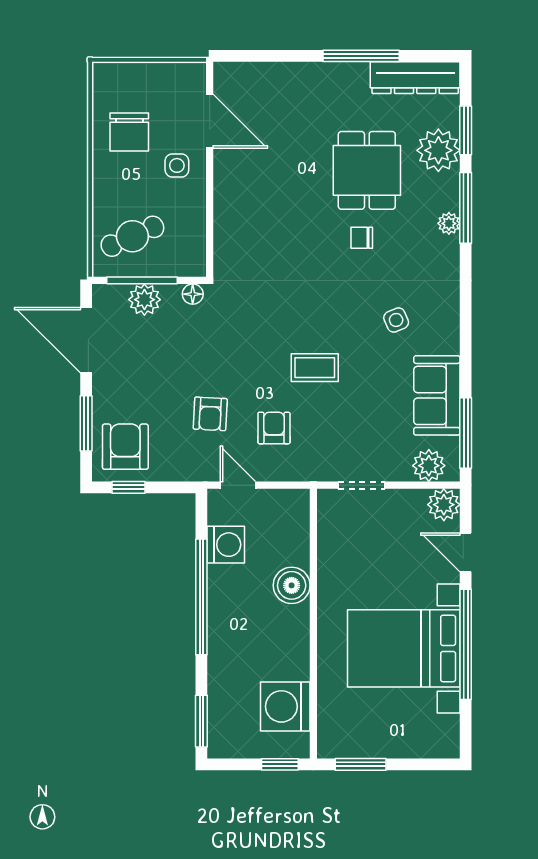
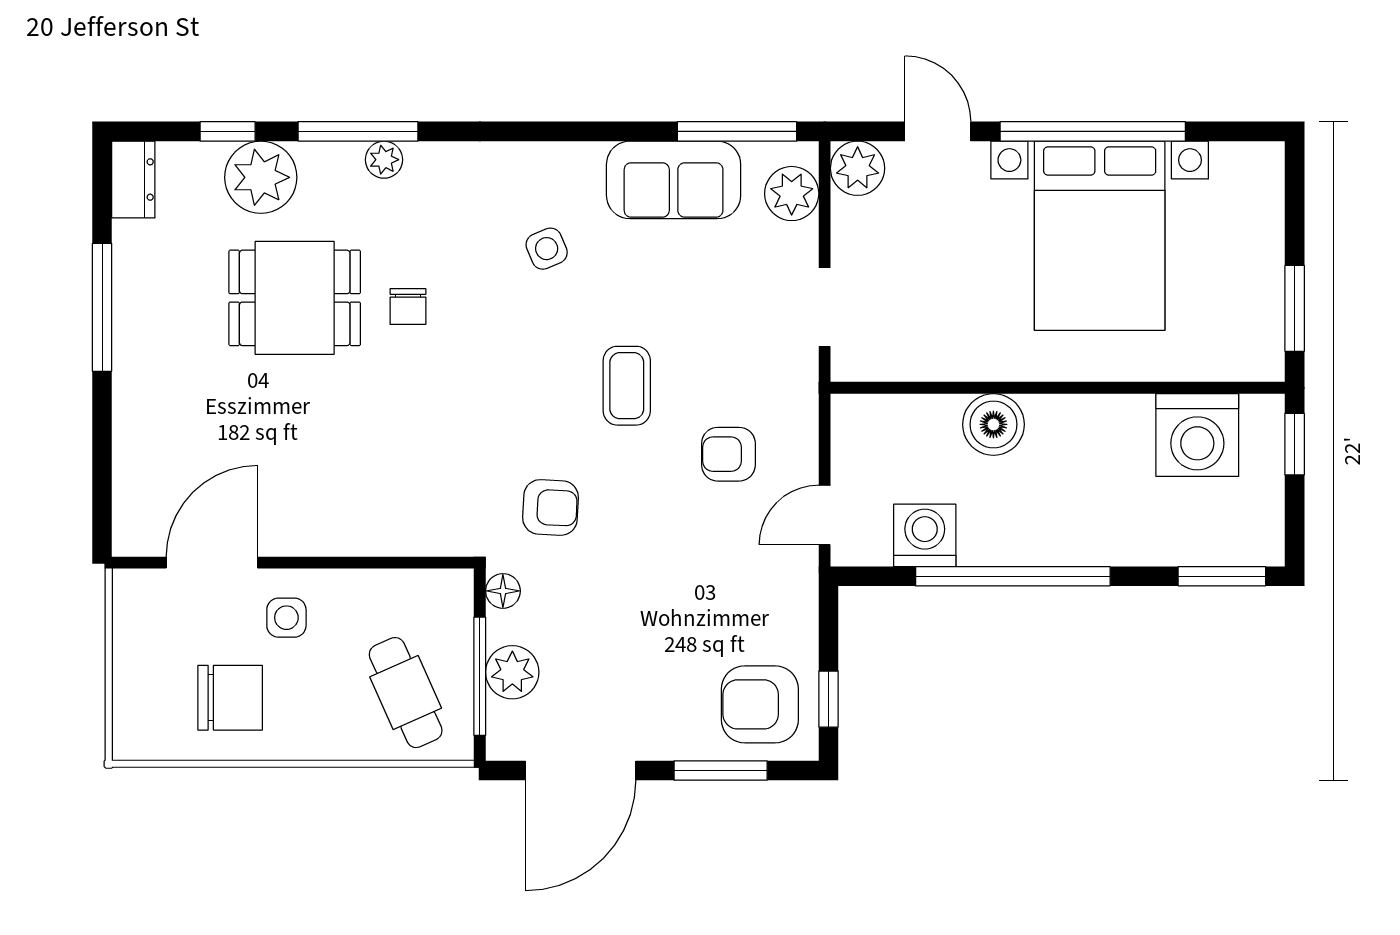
dresser: (415, 78) -> (133, 180), width x0.51, depth x0.80
window: (466, 130) -> (228, 131), width x0.67
armchair: (210, 414) -> (550, 507), moved
door: (466, 552) -> (938, 131), swing flipped

